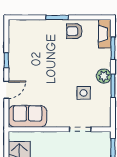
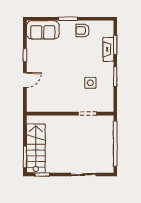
fireplace: (105, 34) -> (108, 49), moved
plant: (104, 76) -> (107, 68), removed
sofa: (27, 116) -> (43, 30), moved, turned 180

